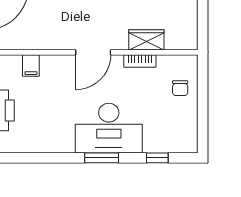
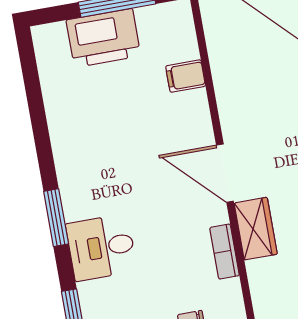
wardrobe: (146, 40) -> (256, 229), moved
desk: (109, 128) -> (101, 247), width x0.53, depth x0.77

